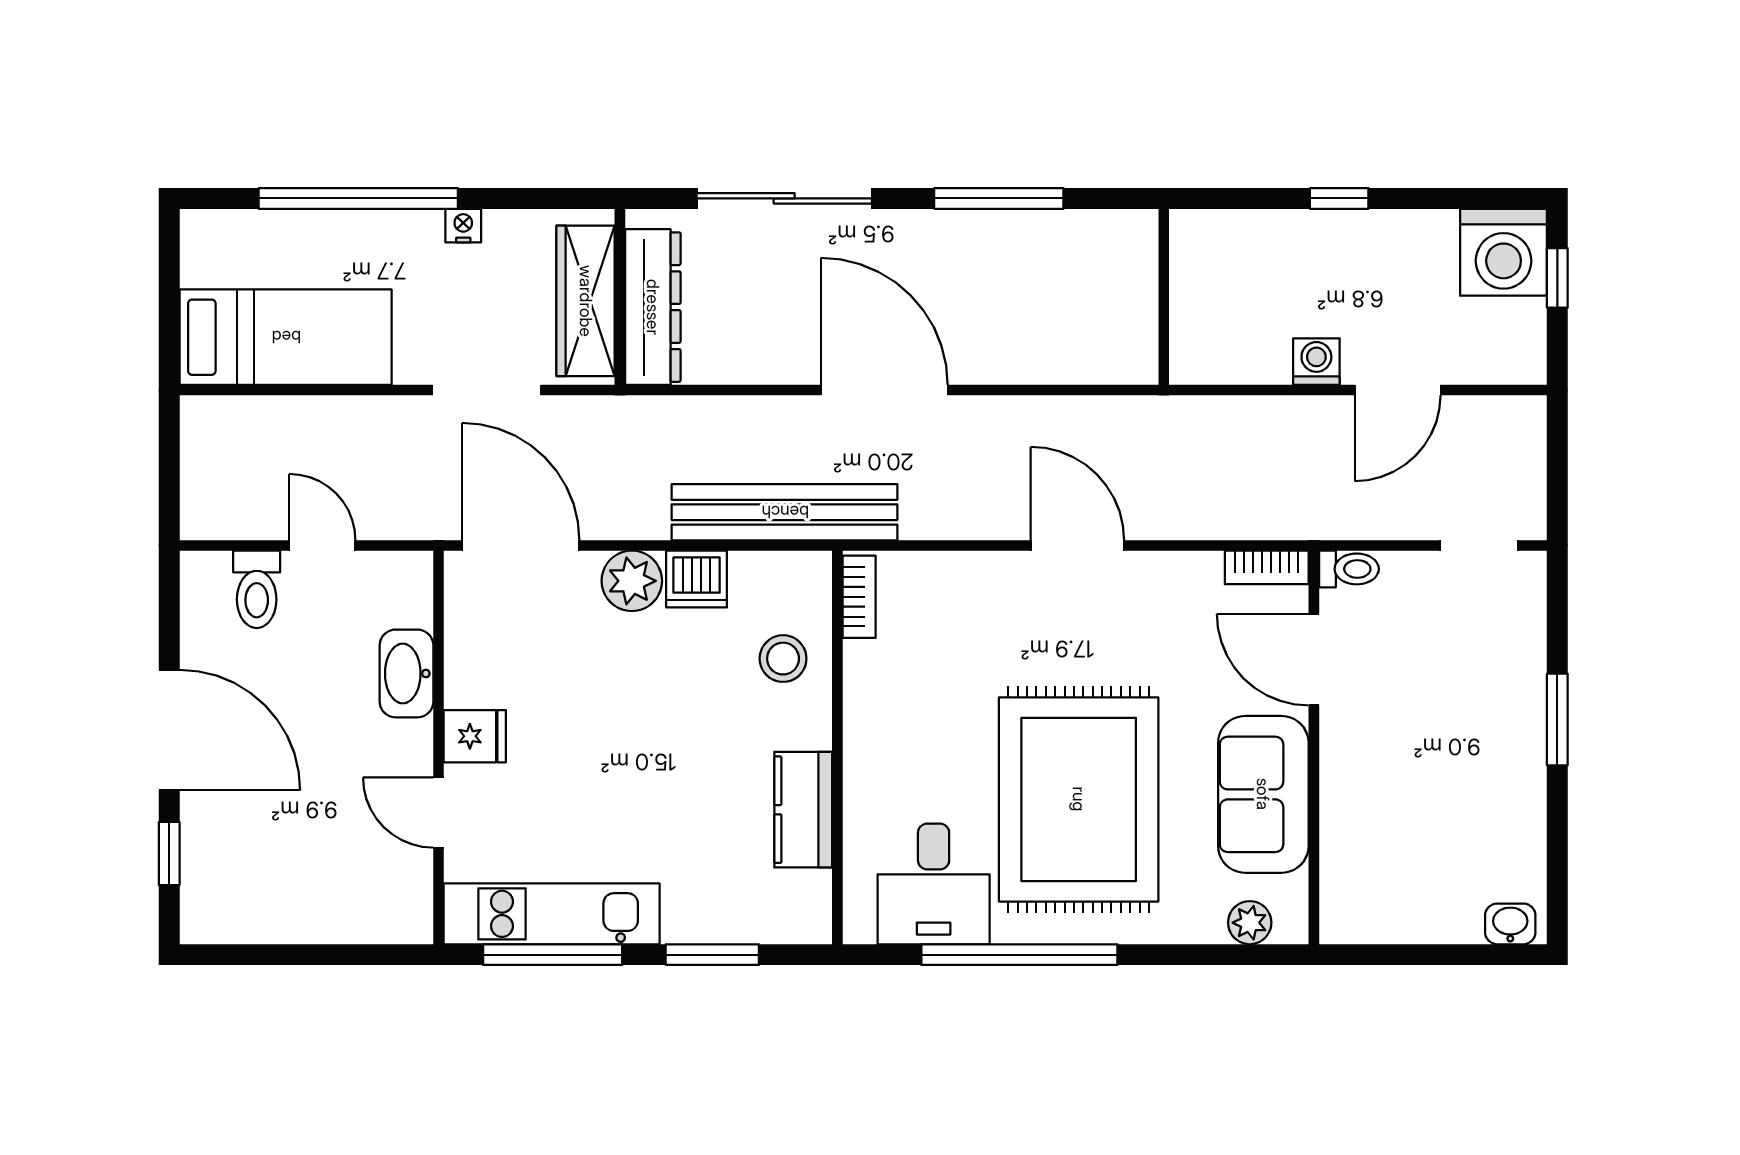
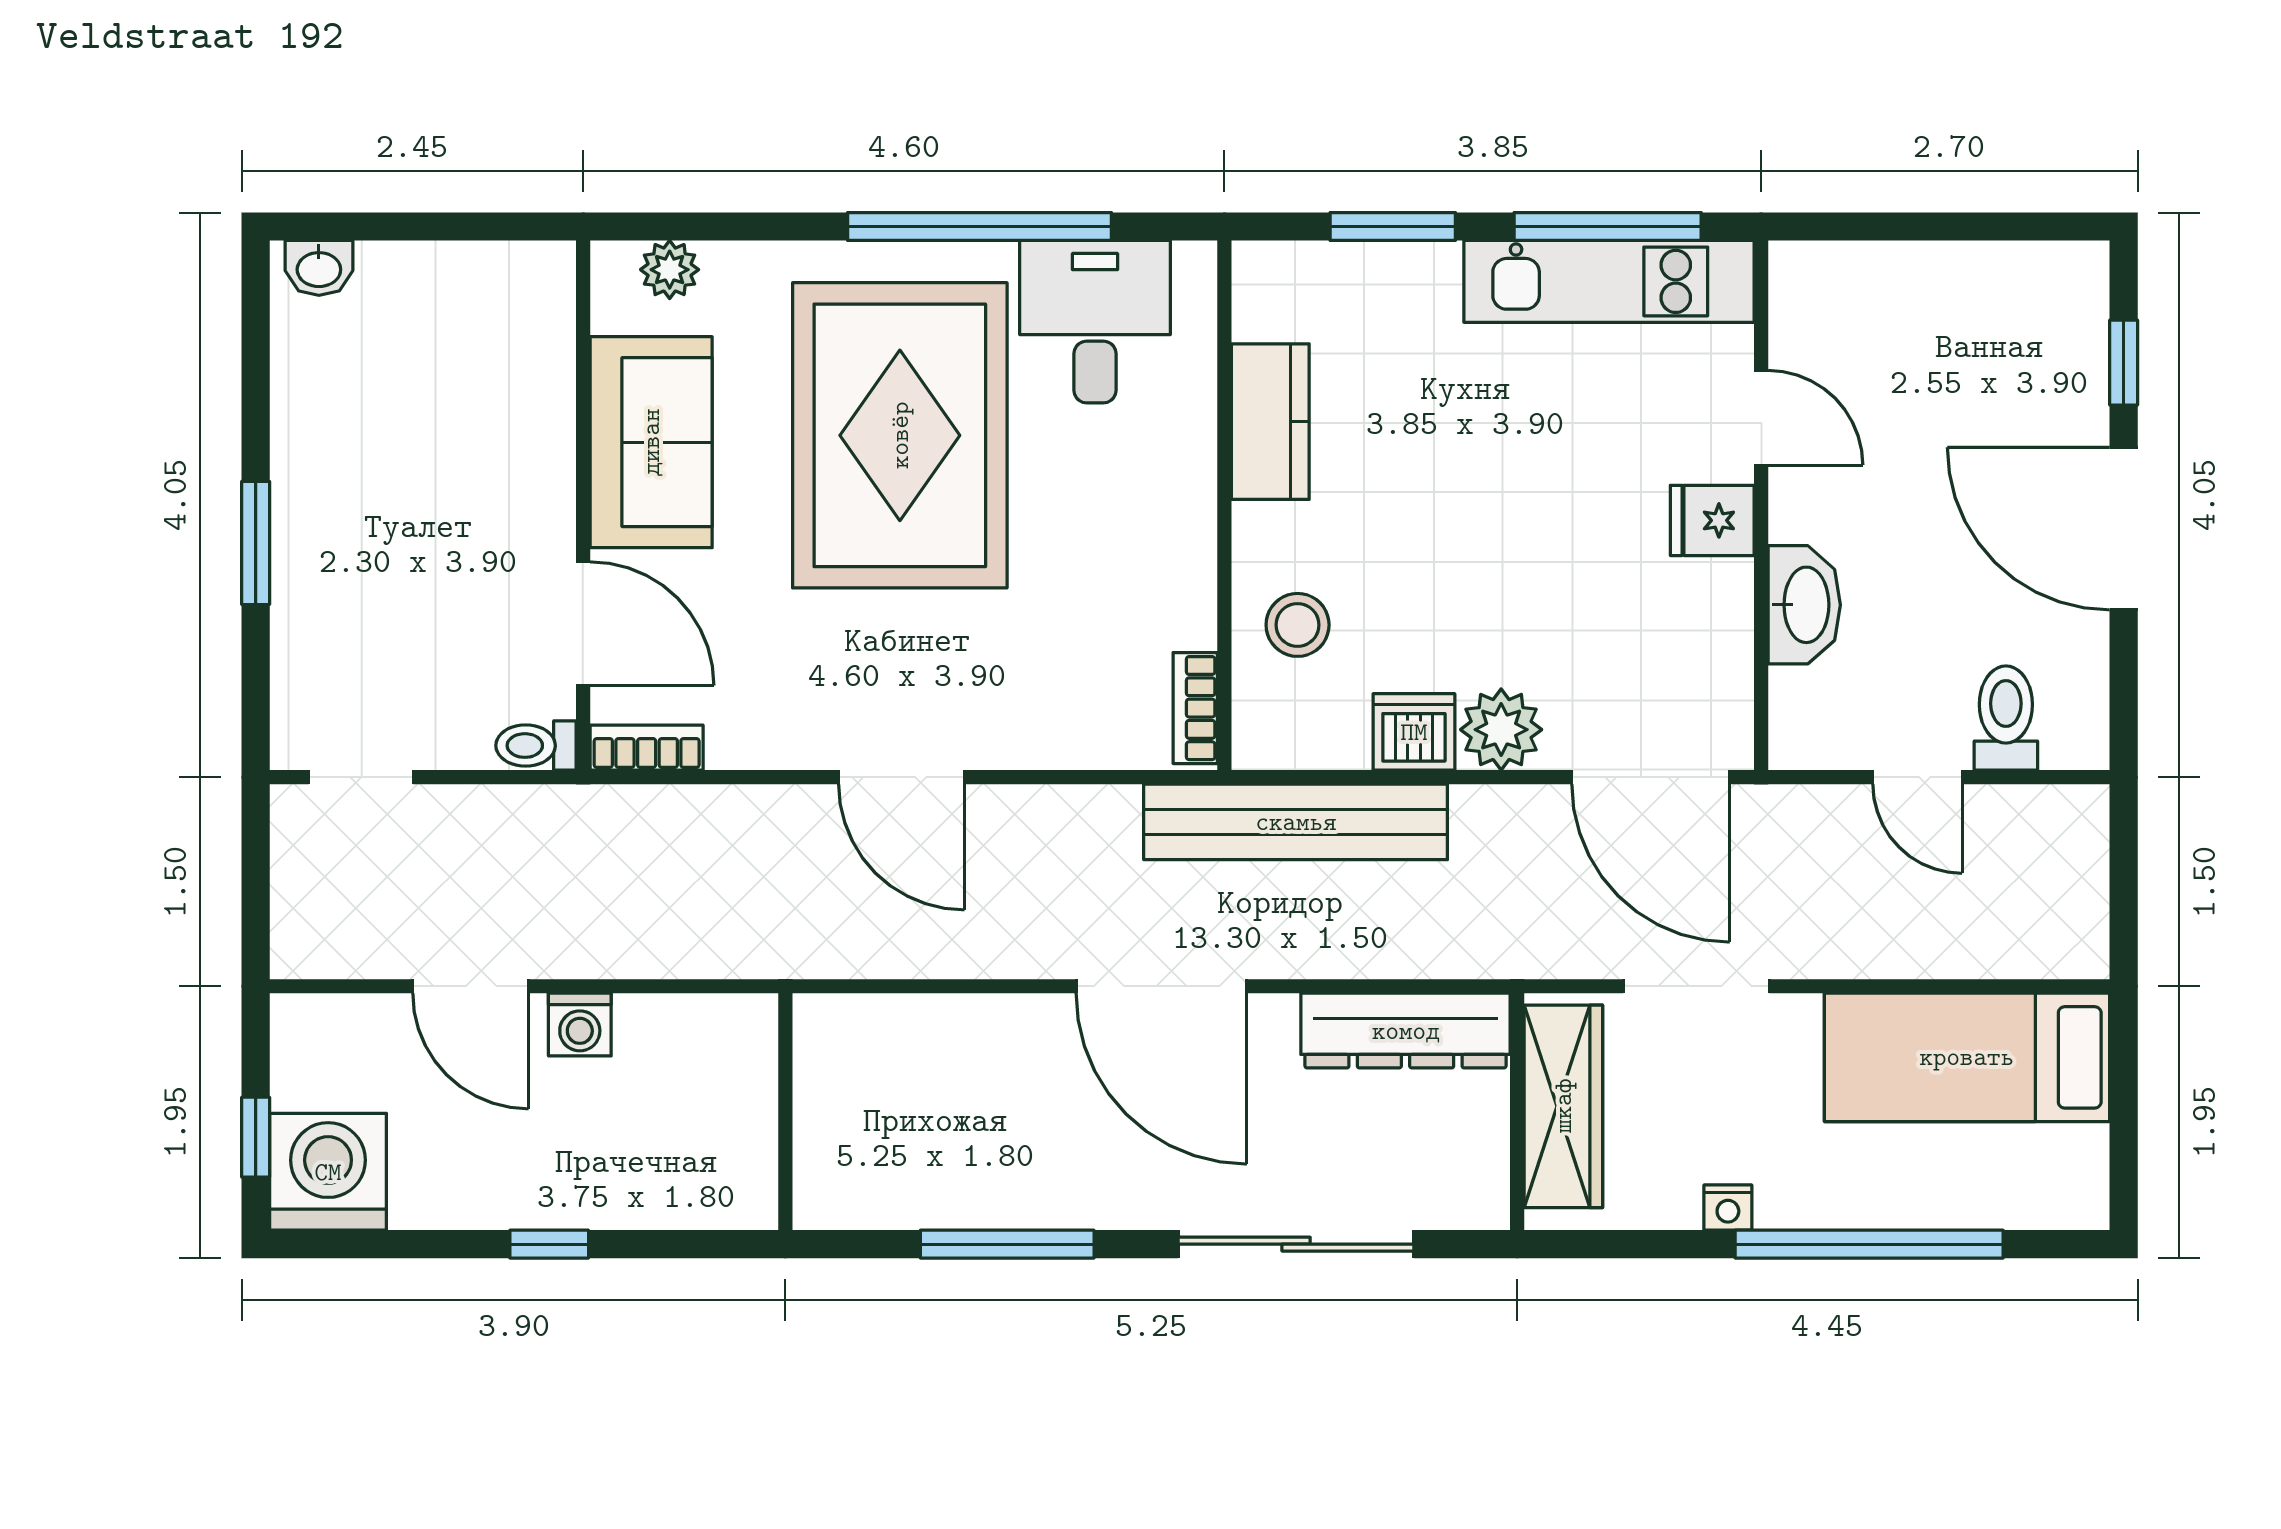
dresser: (653, 307) -> (1406, 1031), moved, turned -90
door: (1398, 390) -> (471, 986), swing flipped

